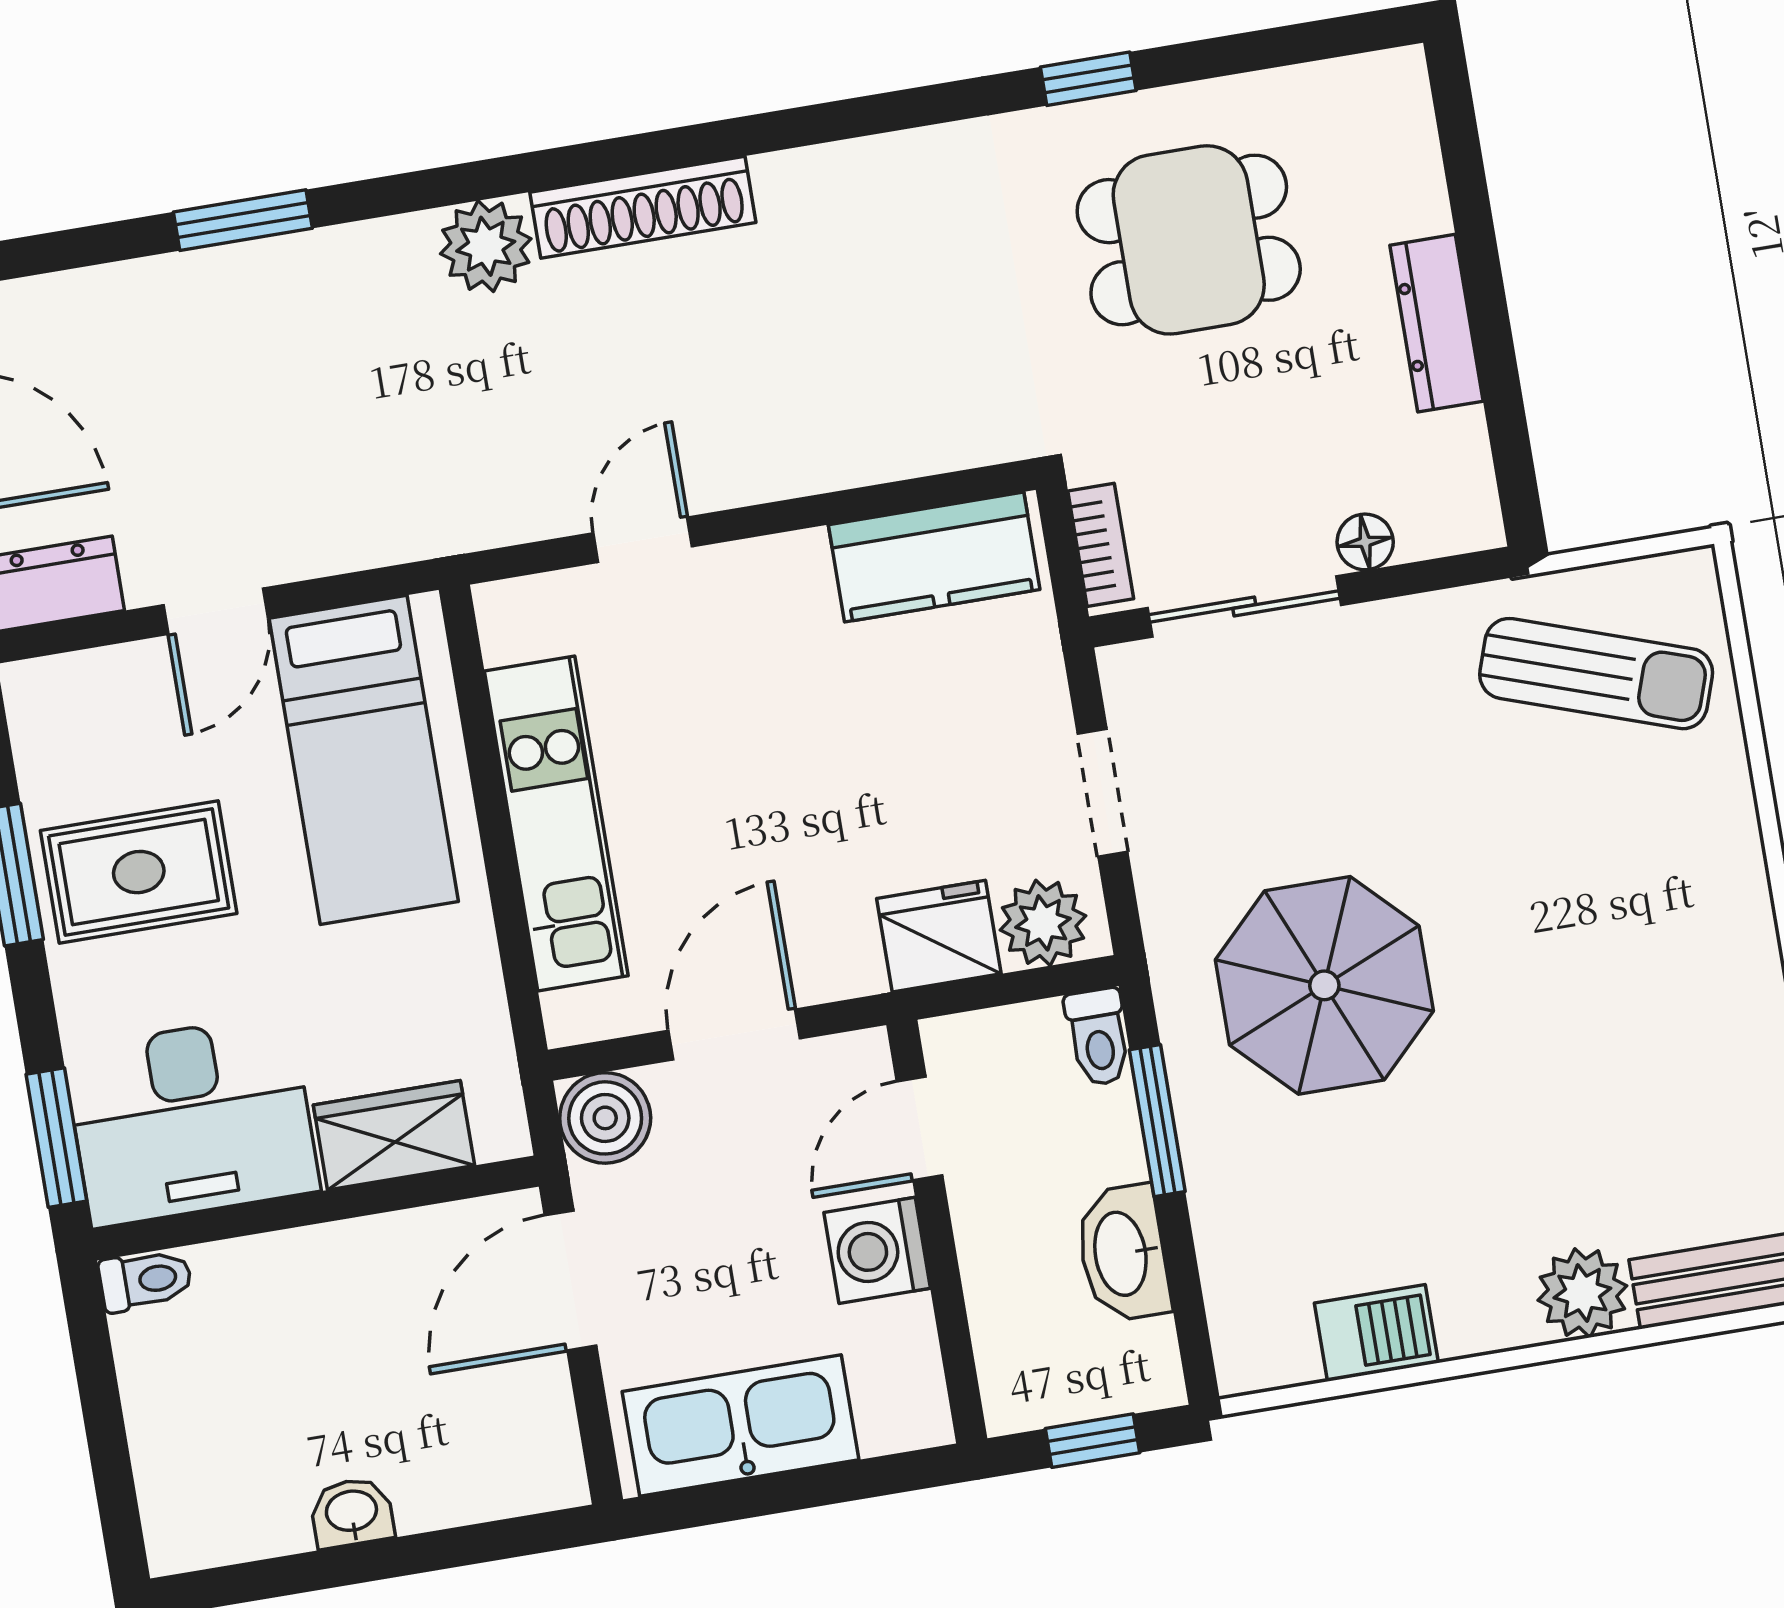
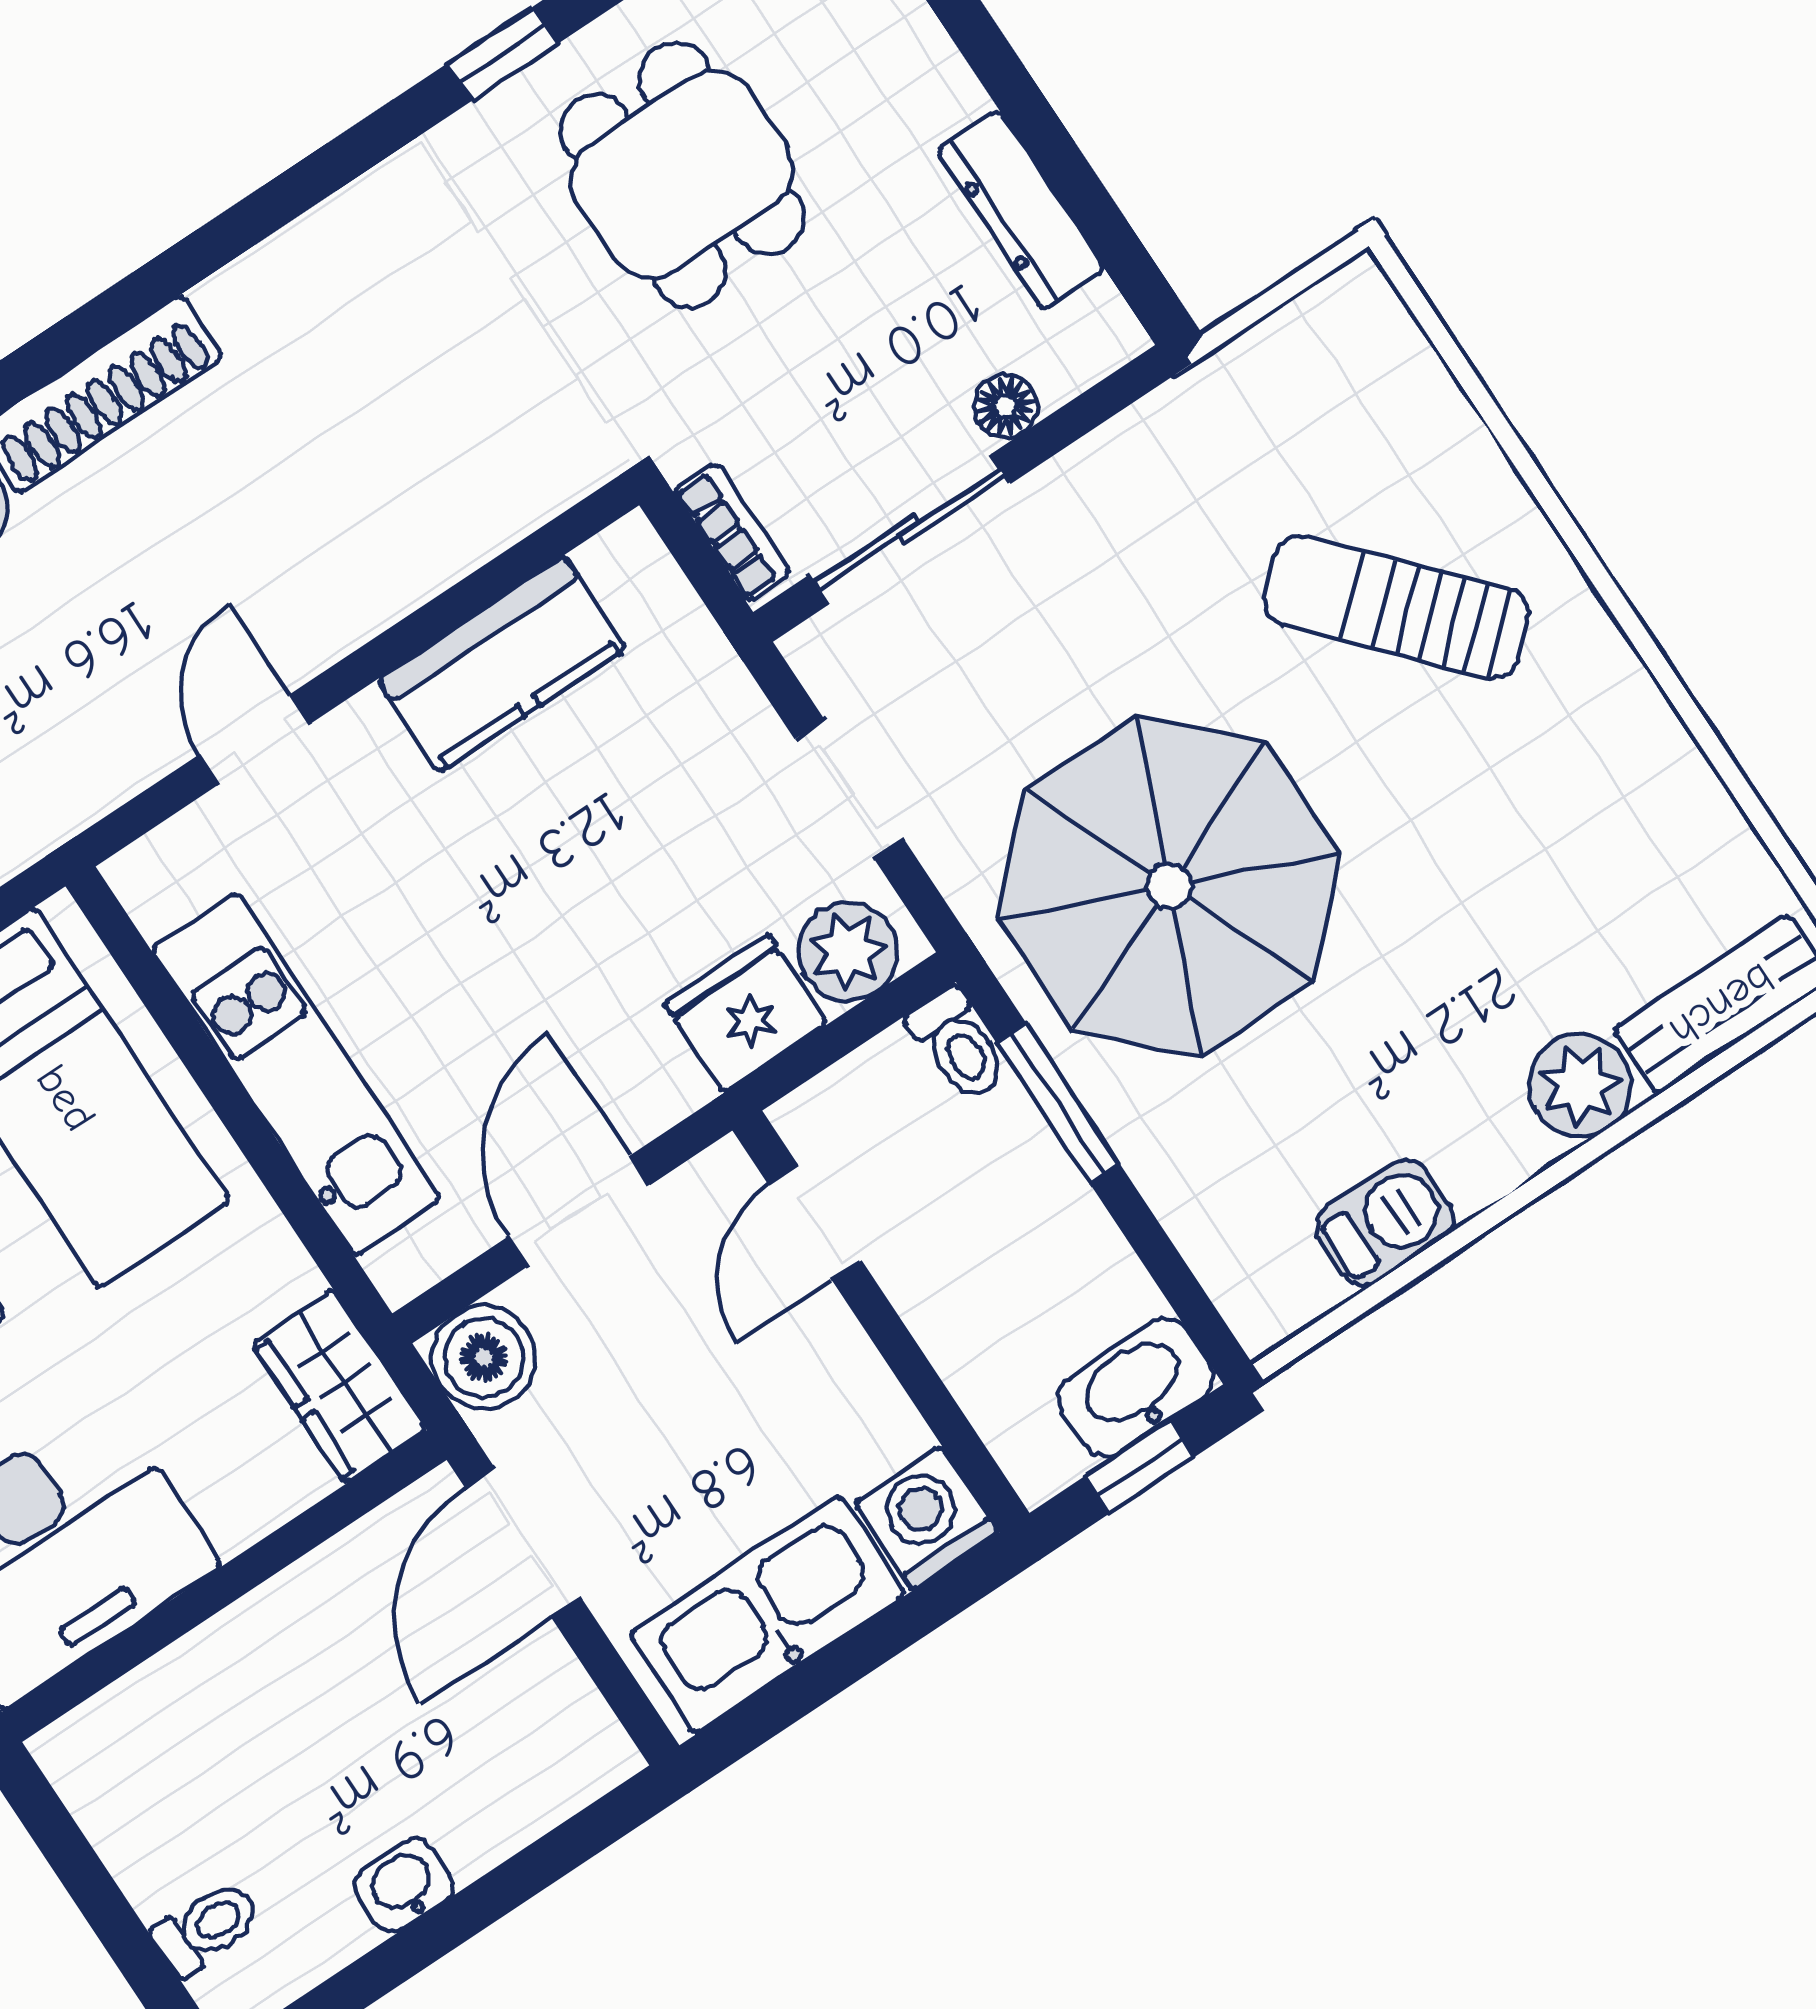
dining table: (1189, 240) -> (682, 174), turned 90
dresser: (1437, 323) -> (1021, 210), moved
kitchen counter: (934, 557) -> (502, 664), moved
sun lounger: (1596, 674) -> (1396, 608), moved, turned -151
parasol: (1324, 985) -> (1169, 886), width x1.36, depth x1.36
wardrobe: (394, 1135) -> (339, 1387), moved, turned -90
washing machine: (877, 1250) -> (927, 1518), moved, turned 90
washbasin: (1123, 1253) -> (1136, 1388), moved, turned 90
toilet: (145, 1280) -> (206, 1928), moved

